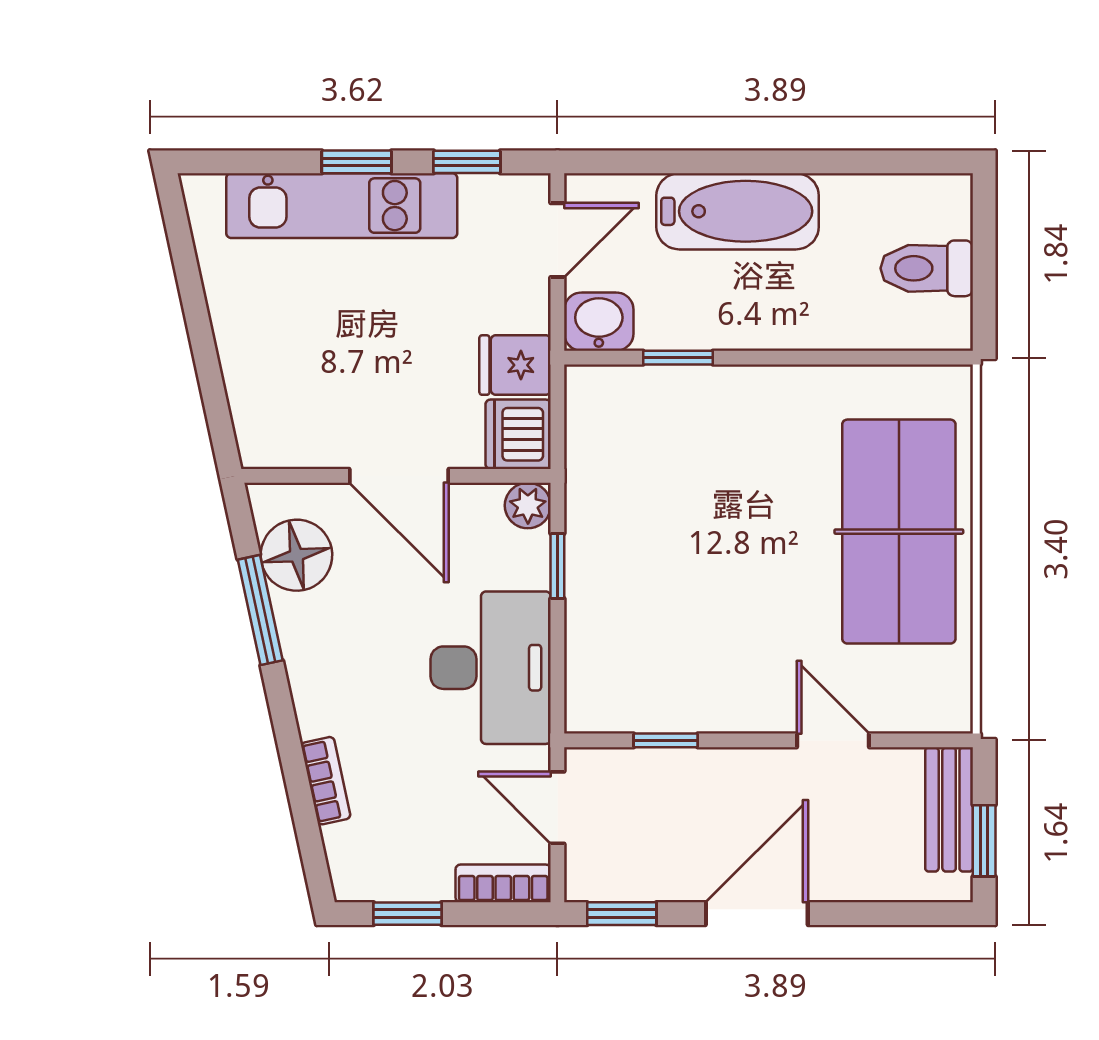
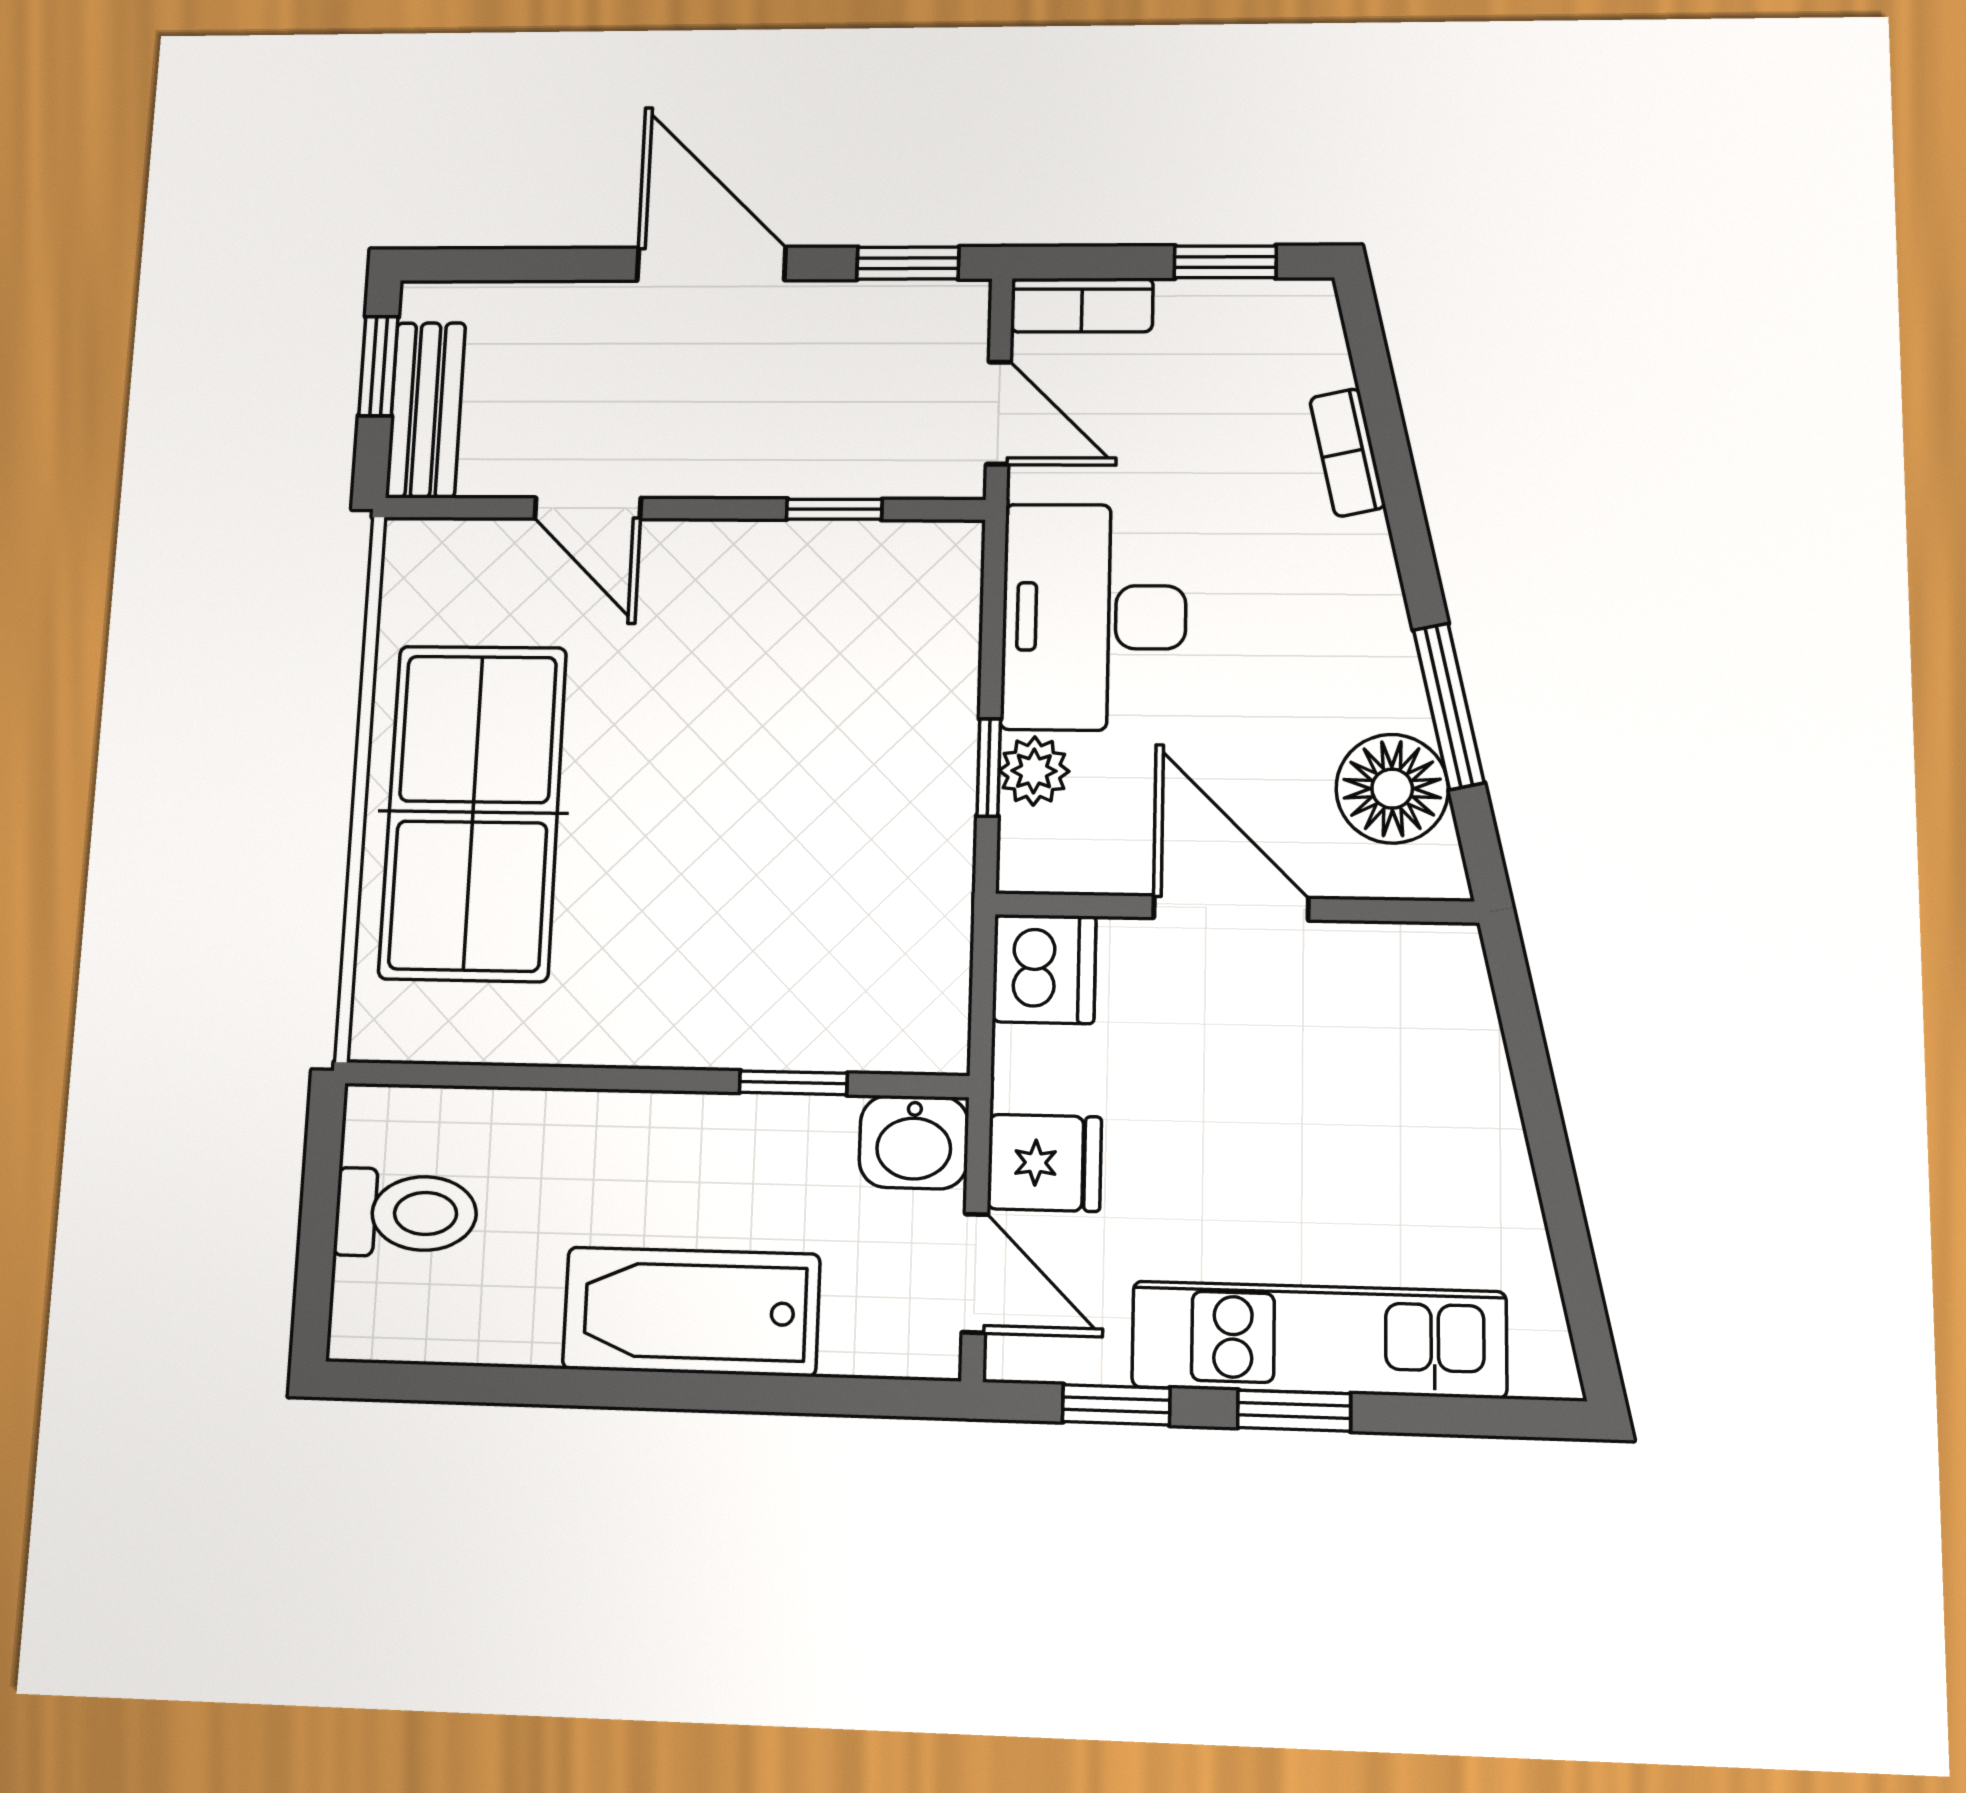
door: (557, 240) -> (975, 1273), swing flipped
fridge: (515, 365) -> (1044, 1163), moved
plant: (528, 505) -> (1034, 771), moved
door: (757, 914) -> (711, 264), swing flipped

